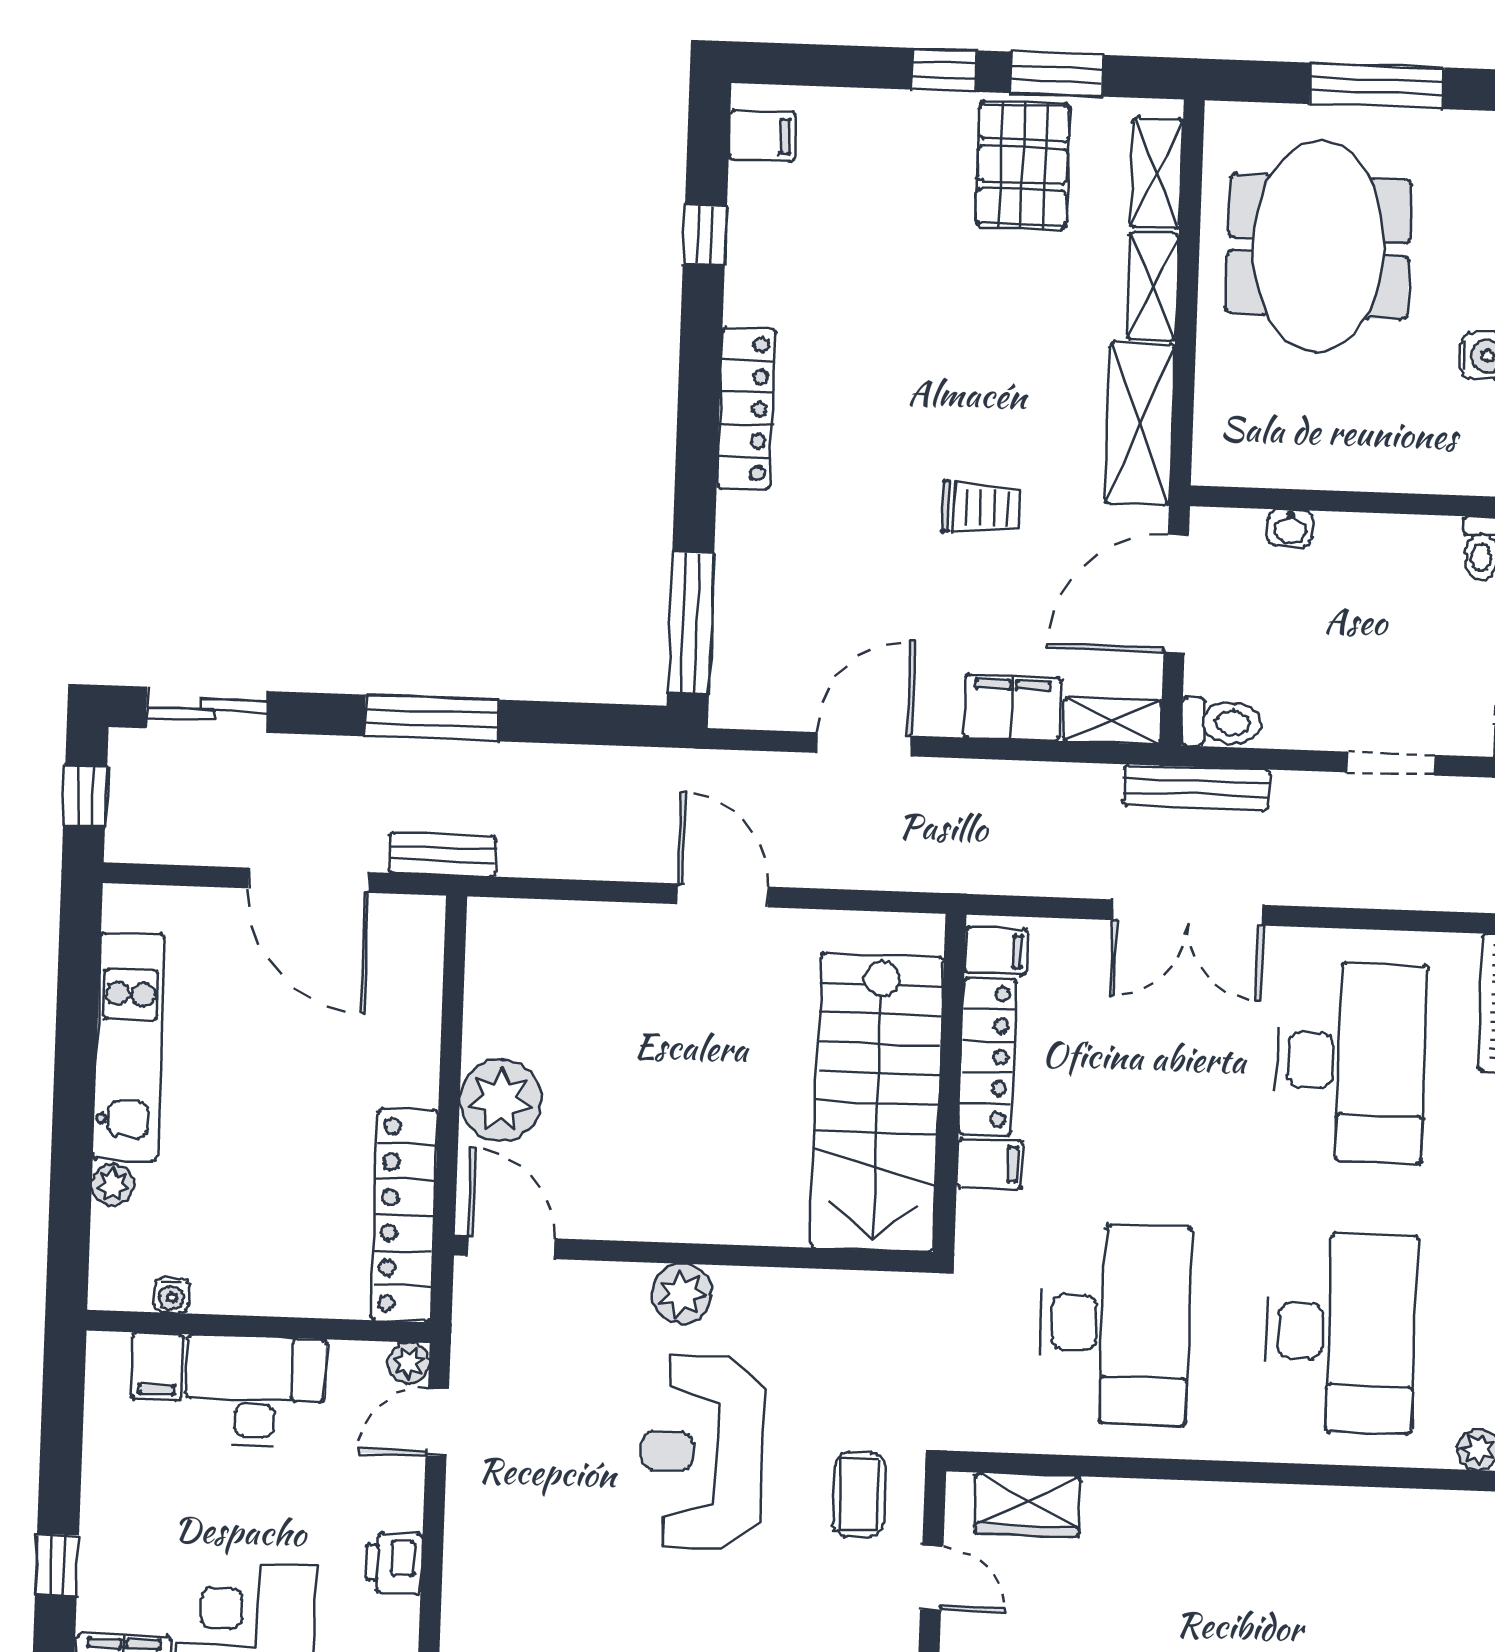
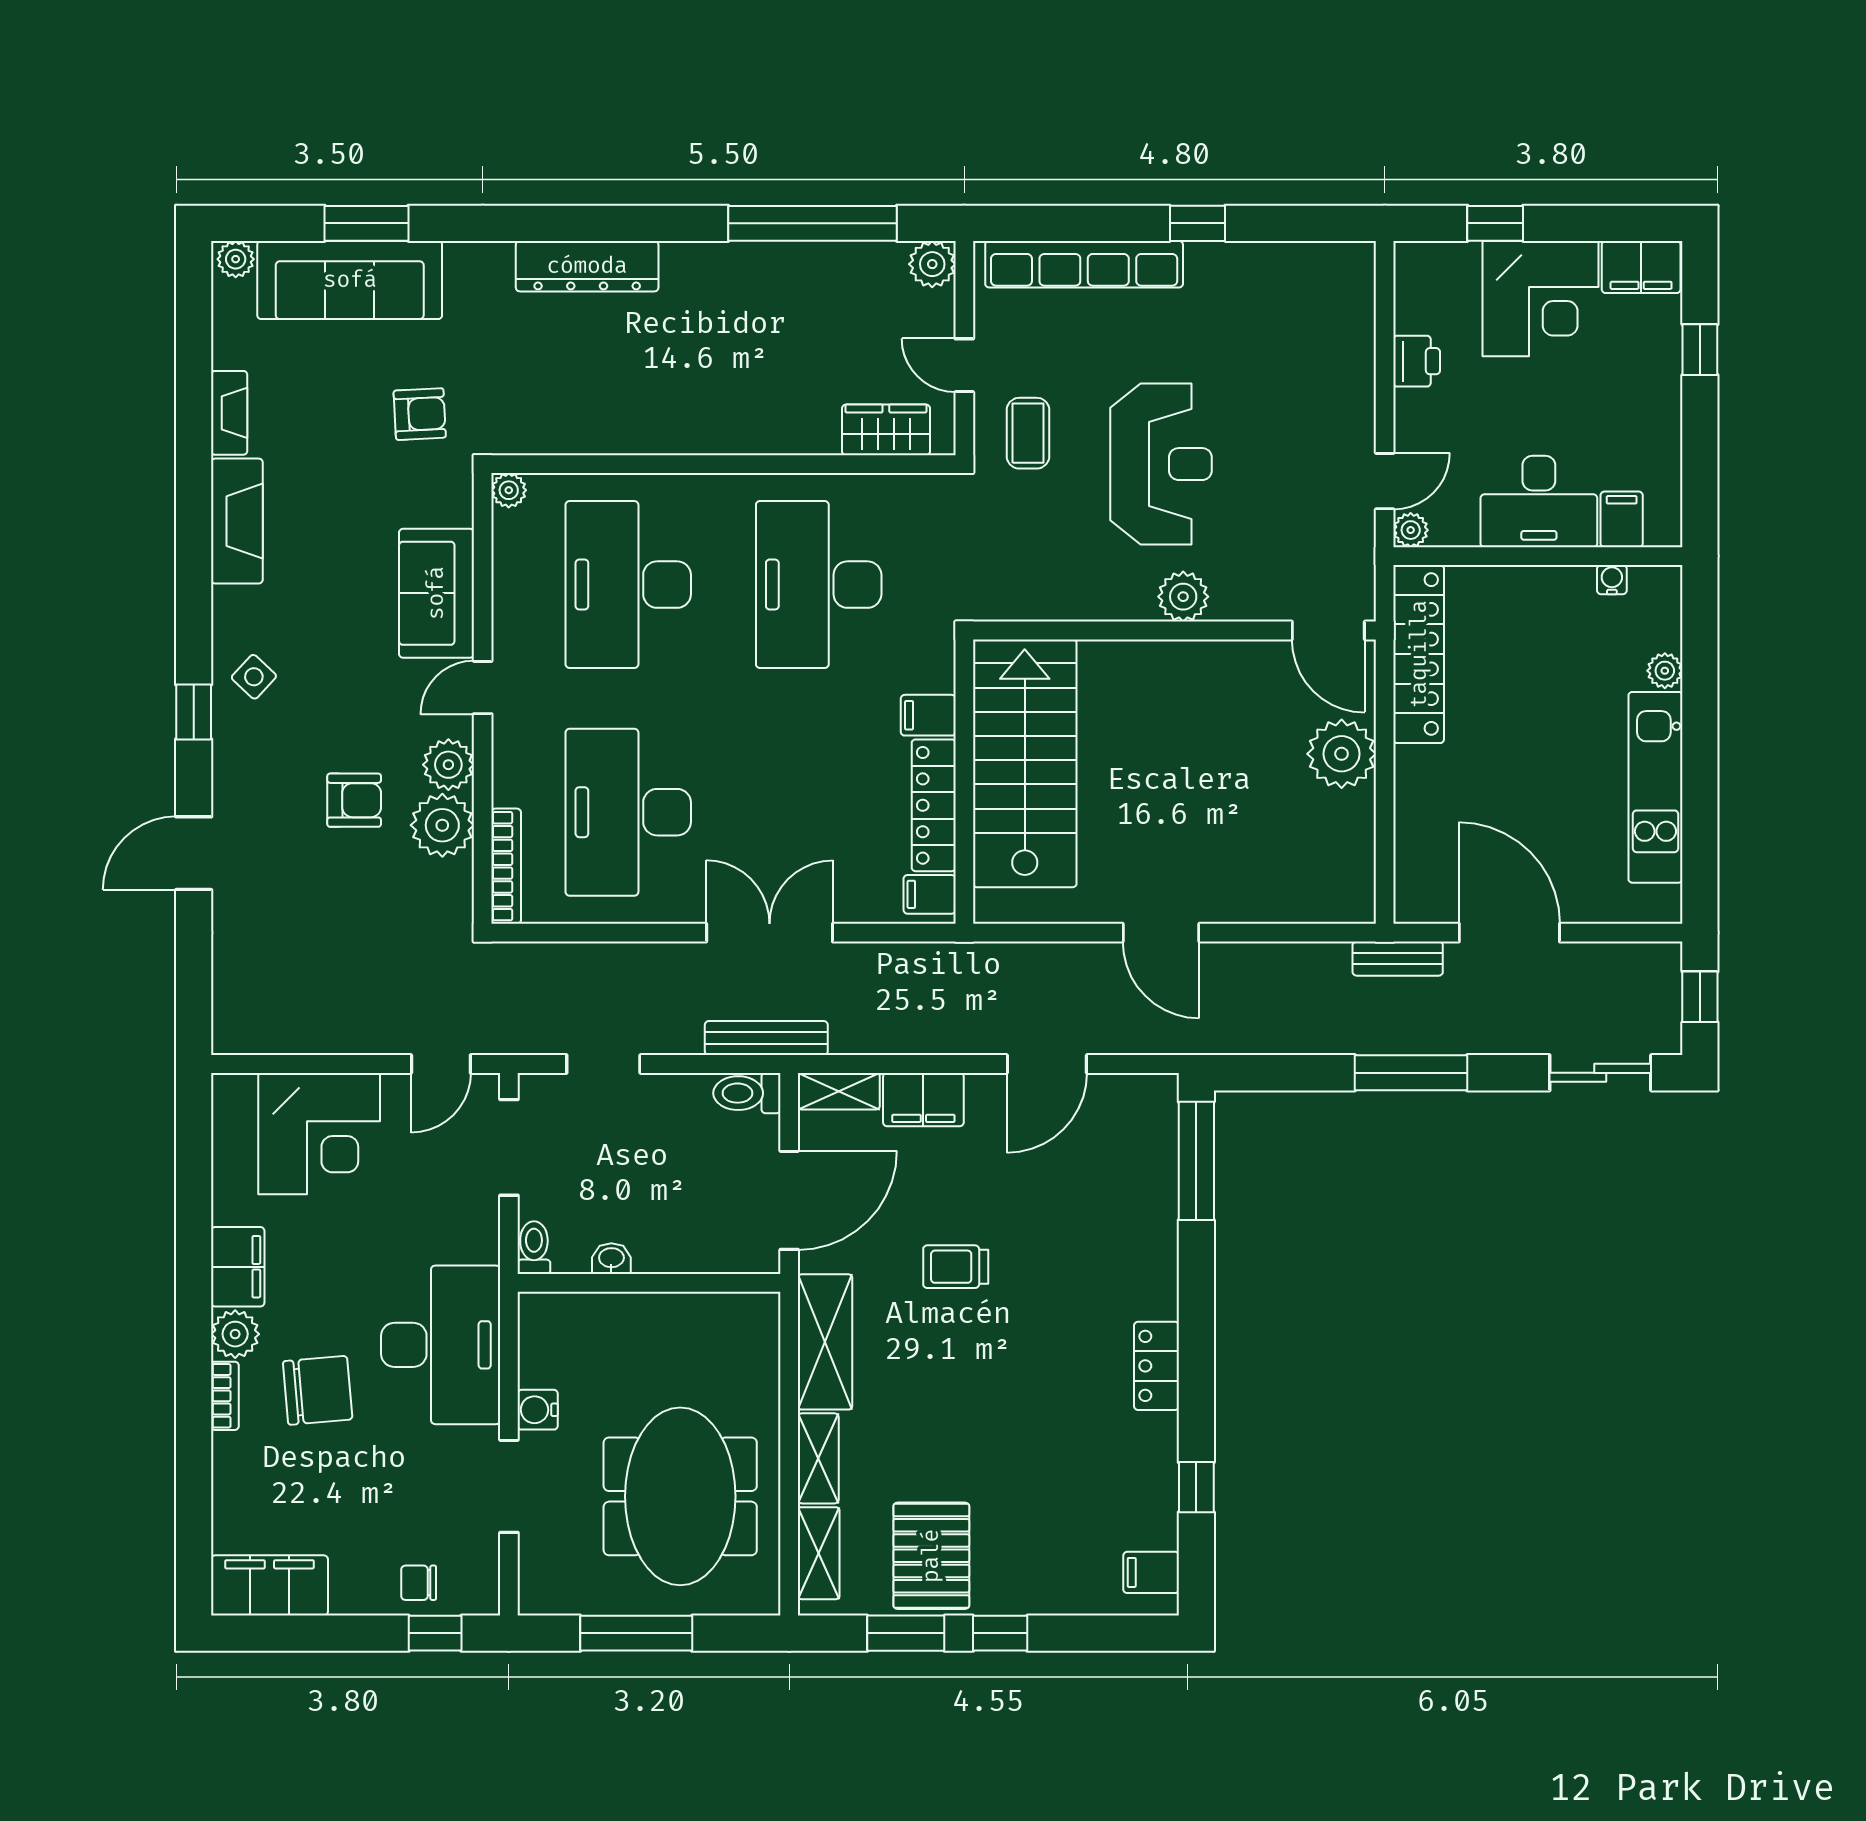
locker: (746, 409) -> (1156, 1366), width x0.66
washbasin: (1290, 528) -> (611, 1259), moved

